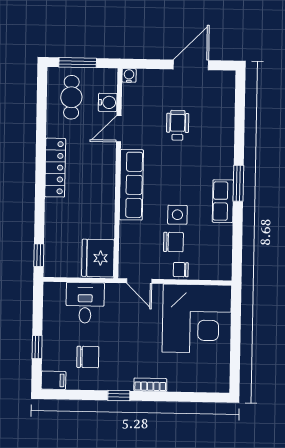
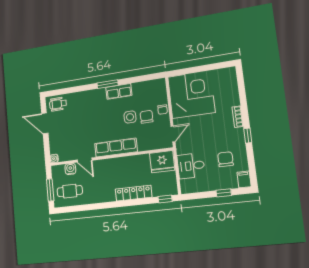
wheelchair: (178, 125) -> (58, 104), moved
locker: (55, 168) -> (134, 193), moved

